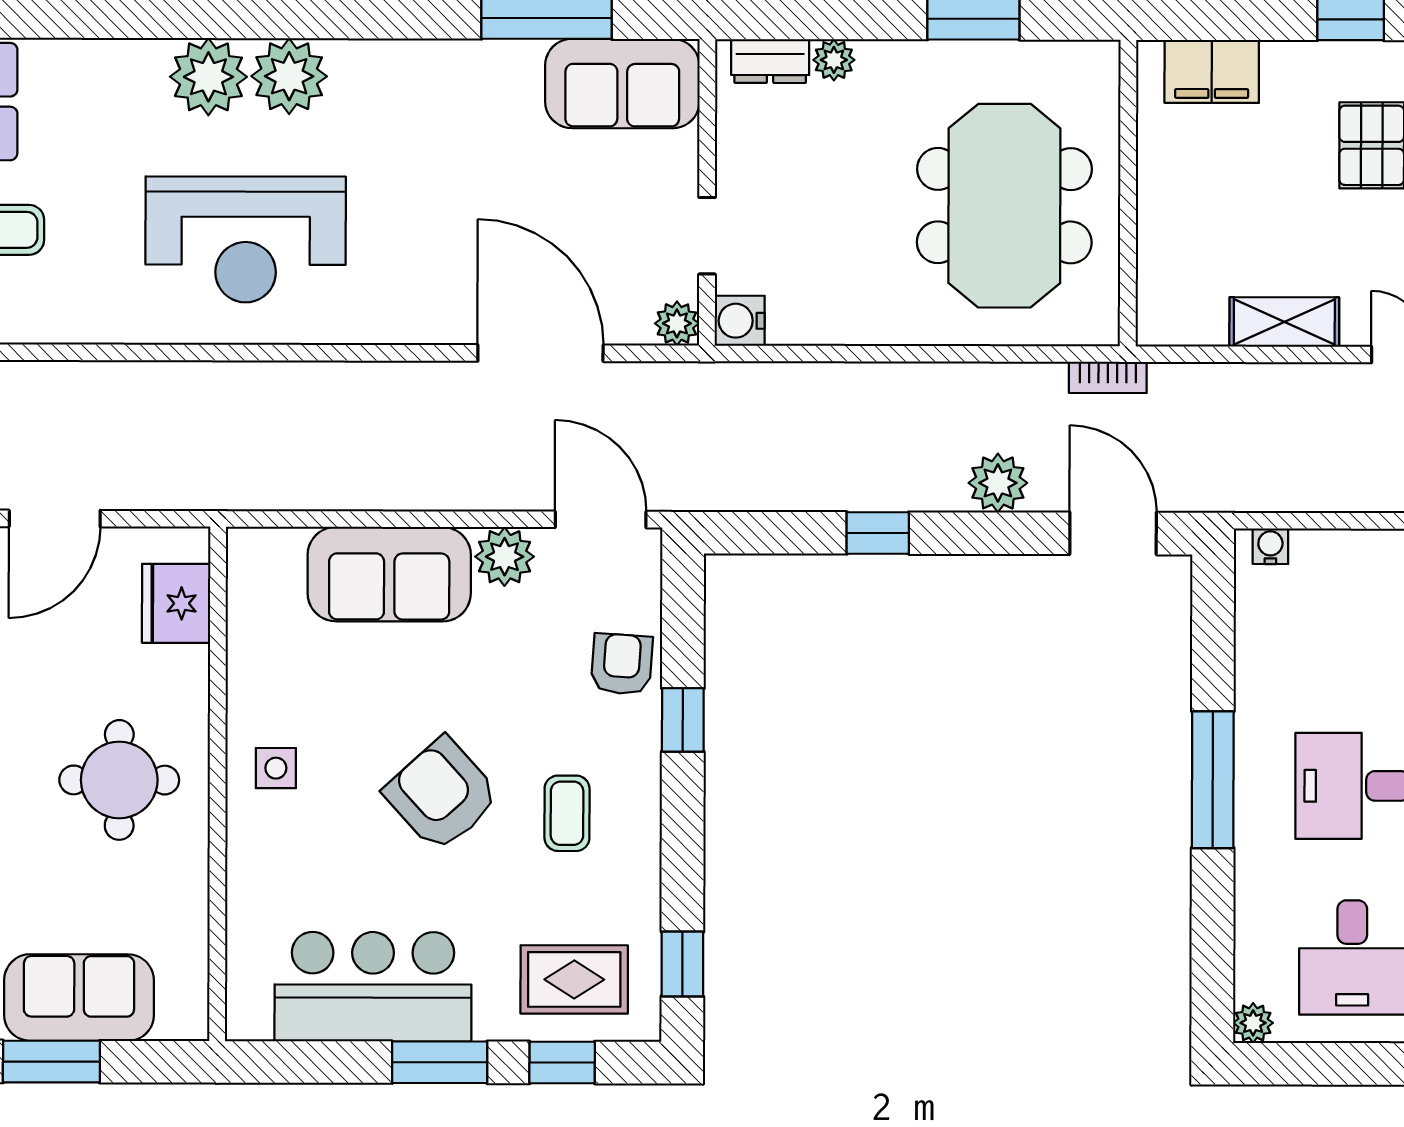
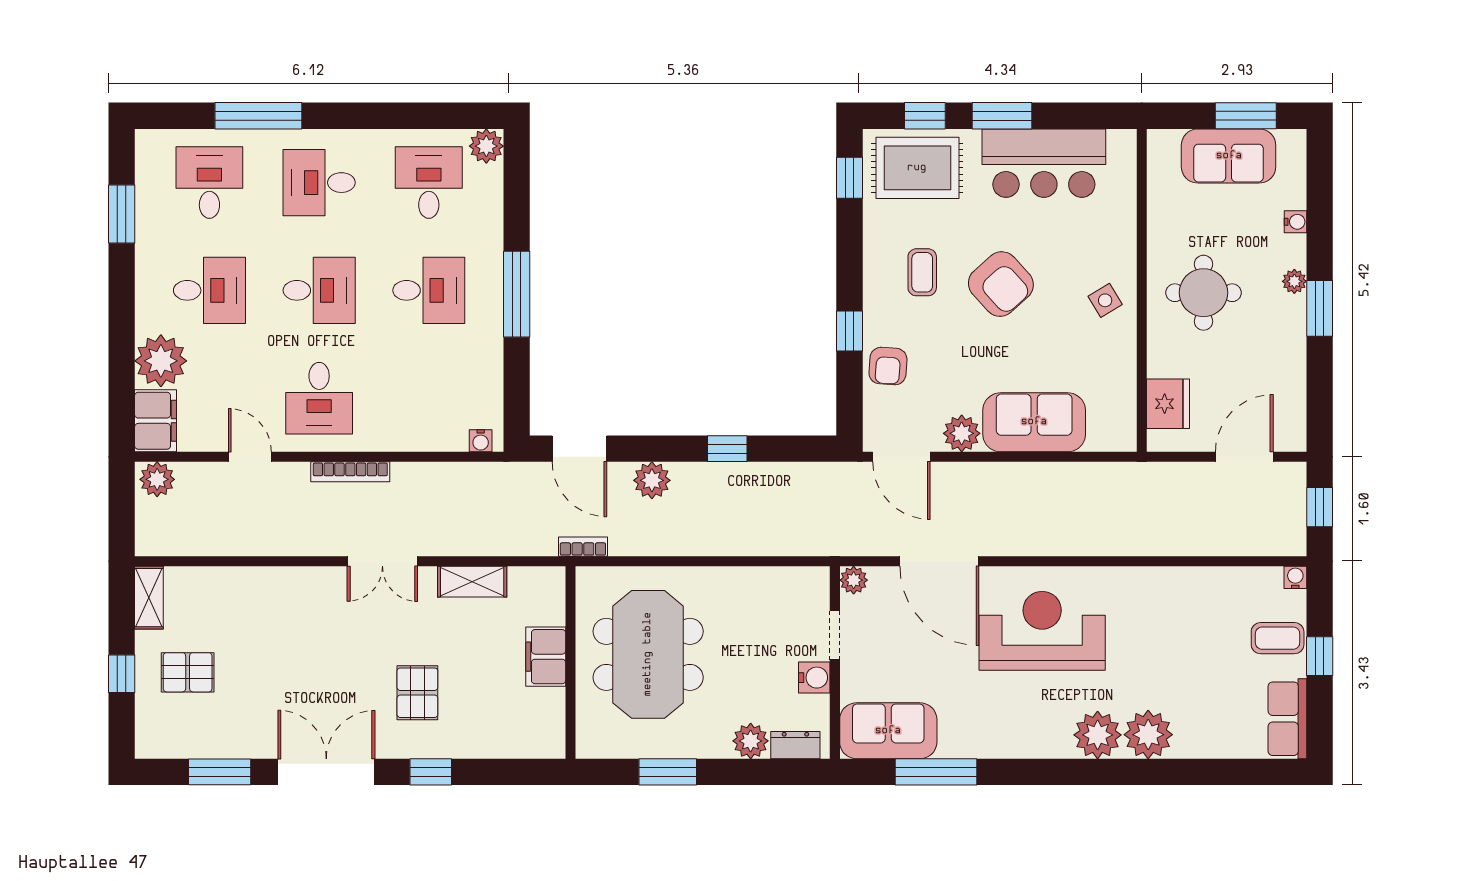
plant: (834, 60) -> (751, 741), width x1.38, depth x1.38
filing cabinet: (1212, 71) -> (546, 657), moved, turned -90
reception desk: (246, 239) -> (1042, 631), moved
water cooler: (740, 321) -> (814, 678), moved
side table: (276, 768) -> (1105, 300), turned -31
rug: (574, 979) -> (917, 168), width x1.36, depth x1.43
plant: (1253, 1023) -> (486, 146), width x1.38, depth x1.38

